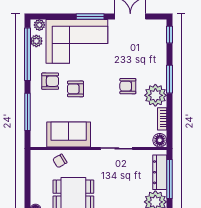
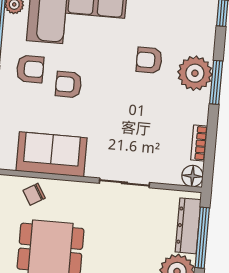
armchair: (128, 86) -> (149, 60), moved
plant: (155, 95) -> (195, 73), moved

